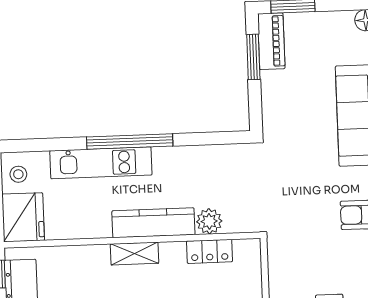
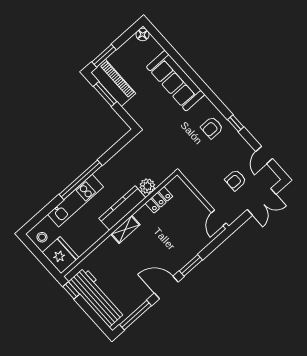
piano: (271, 41) -> (113, 83), width x1.37, depth x1.33

